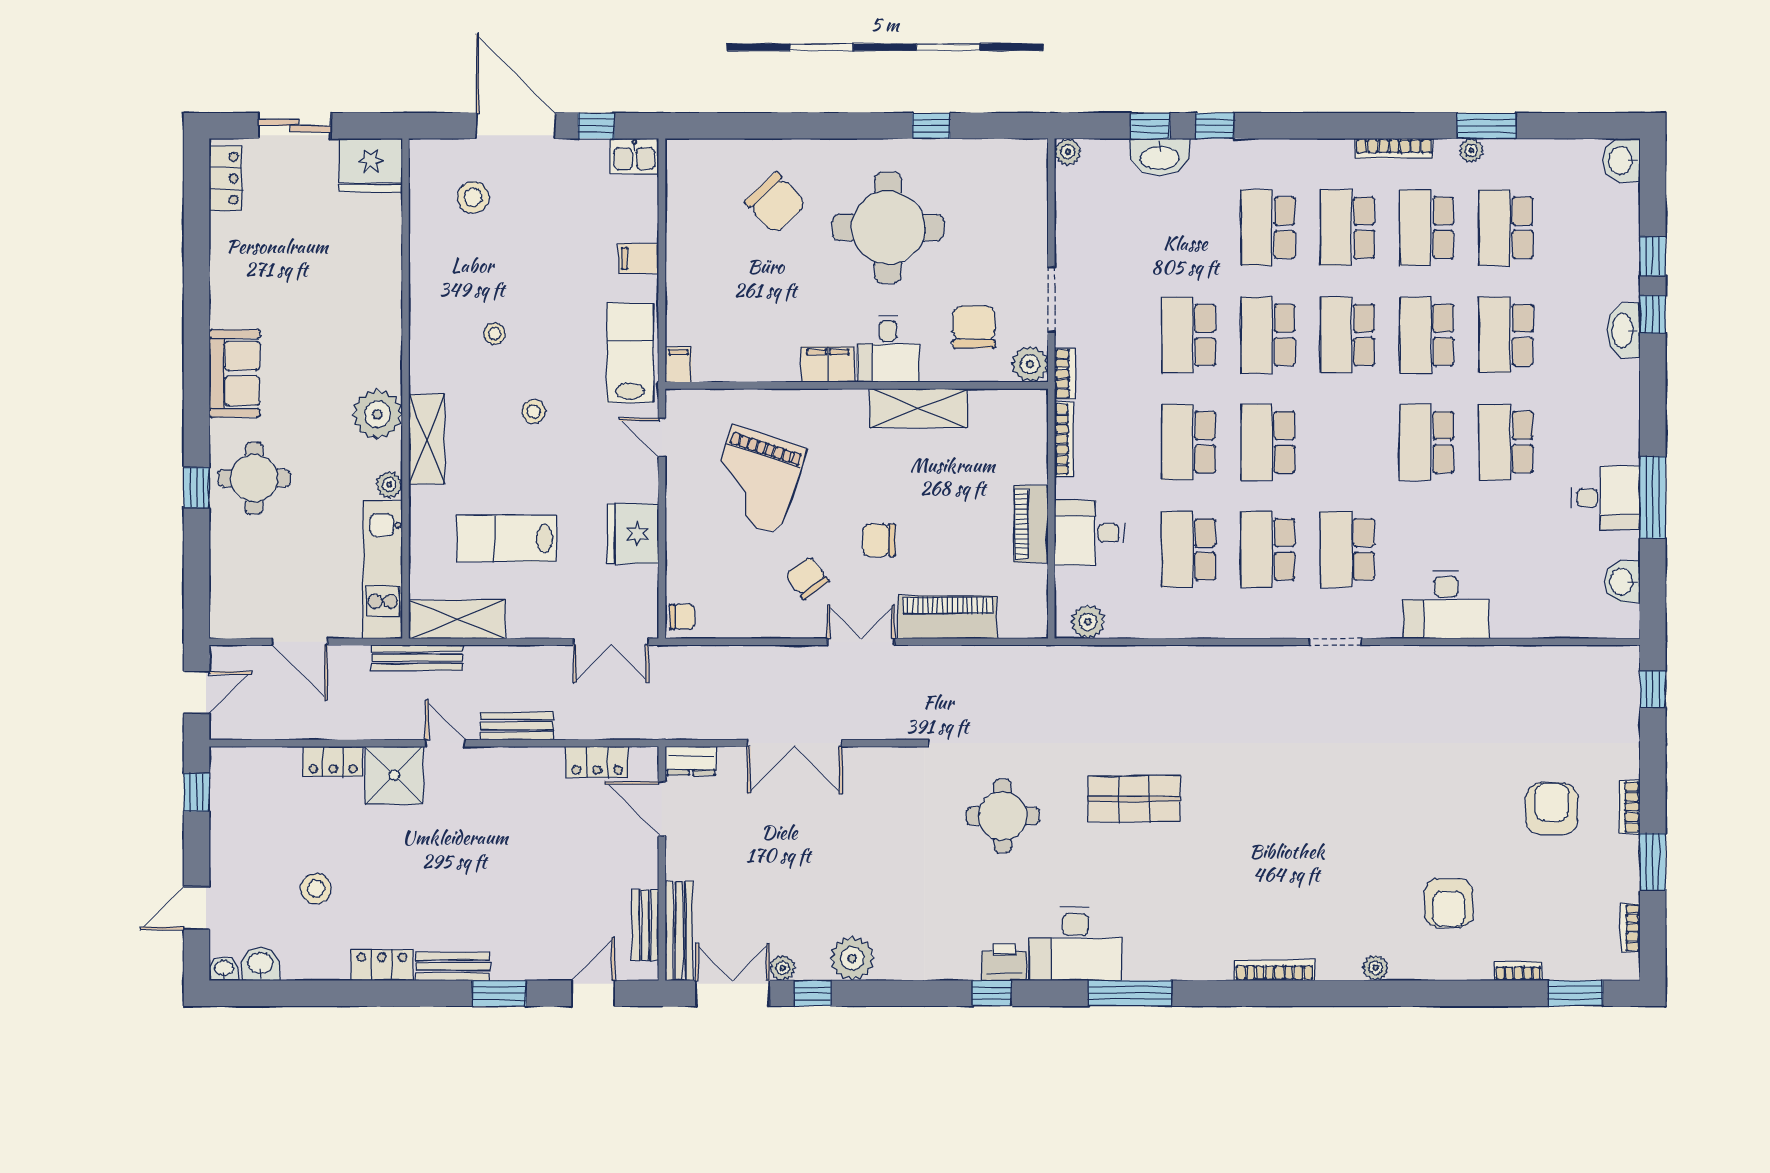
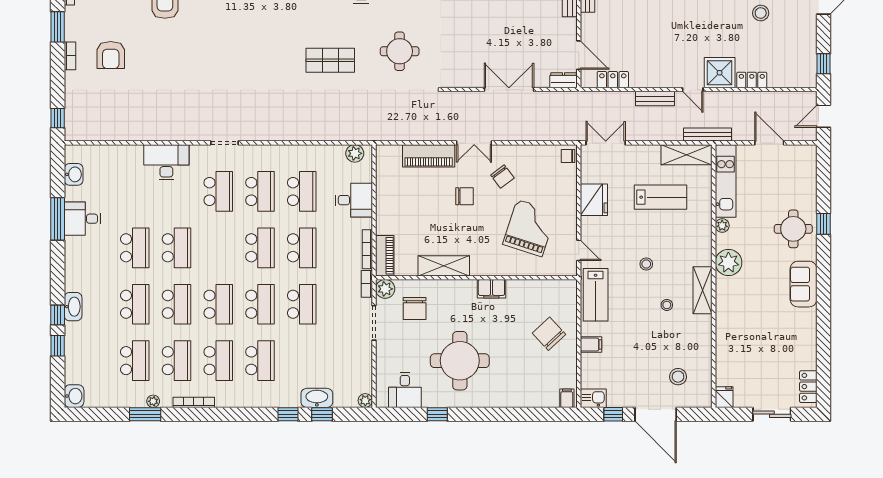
fridge: (371, 165) -> (724, 397), width x0.53, depth x0.75
chair: (776, 203) -> (549, 334), moved
desk: (888, 349) -> (405, 390), moved, turned 180
filing cabinet: (678, 365) -> (567, 398), moved, turned 180
shelving: (427, 439) -> (702, 290), moved
piano: (1031, 524) -> (385, 256), moved

